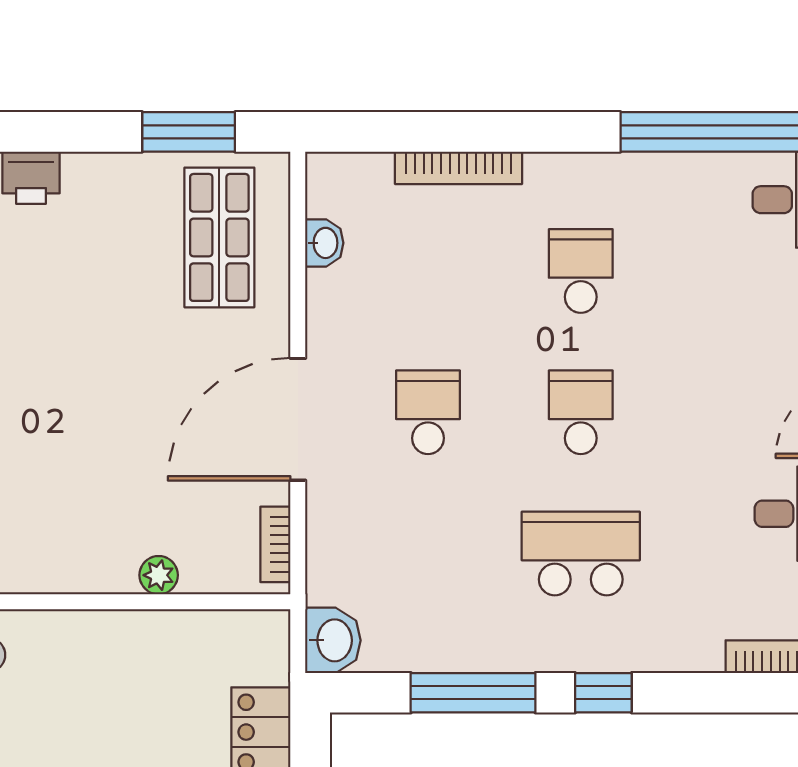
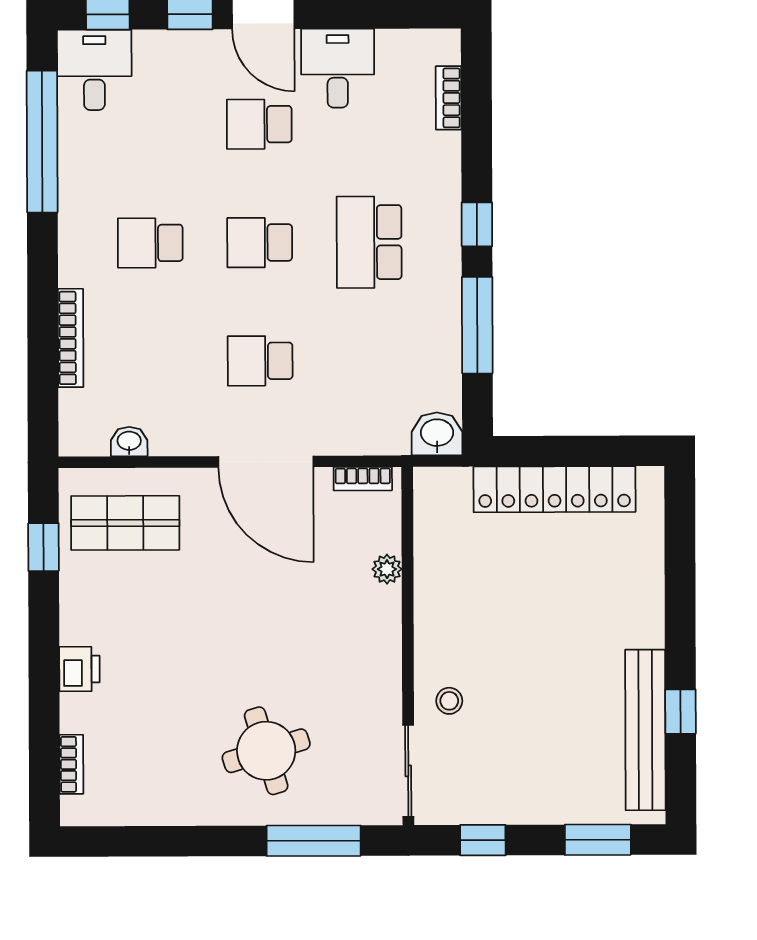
window: (189, 132) -> (44, 547), width x0.67
school desk: (734, 412) -> (259, 124), added

